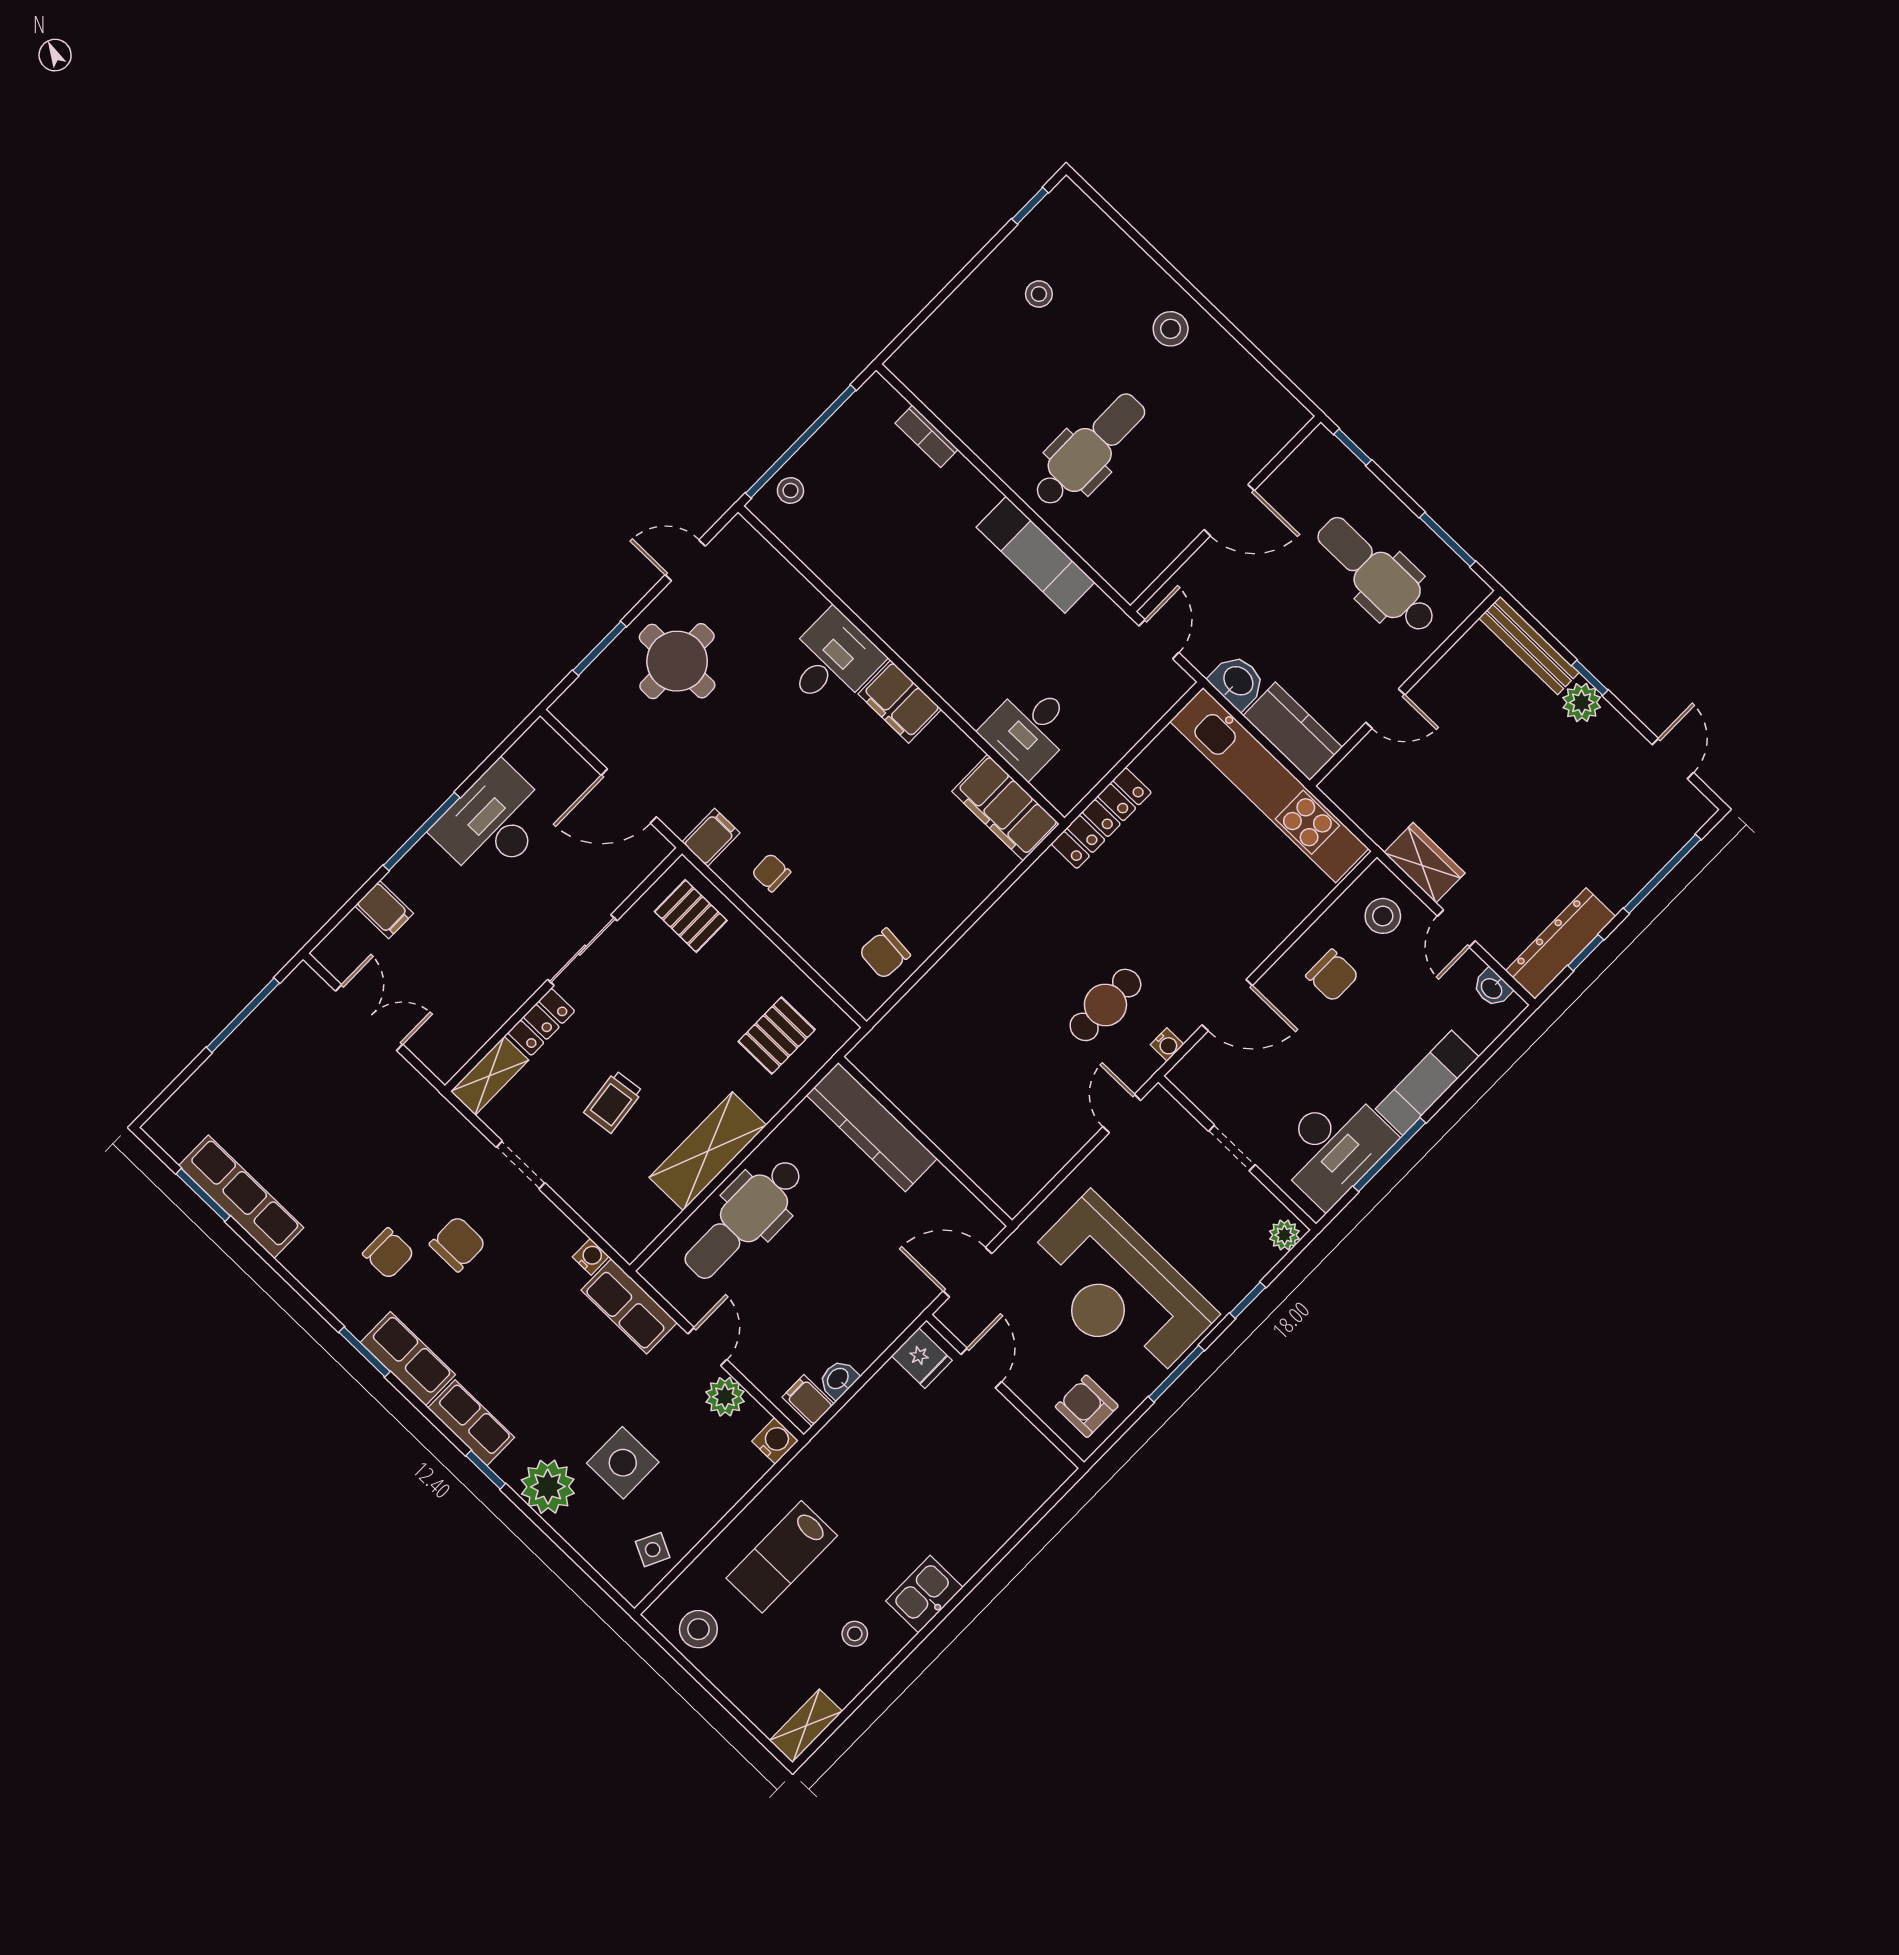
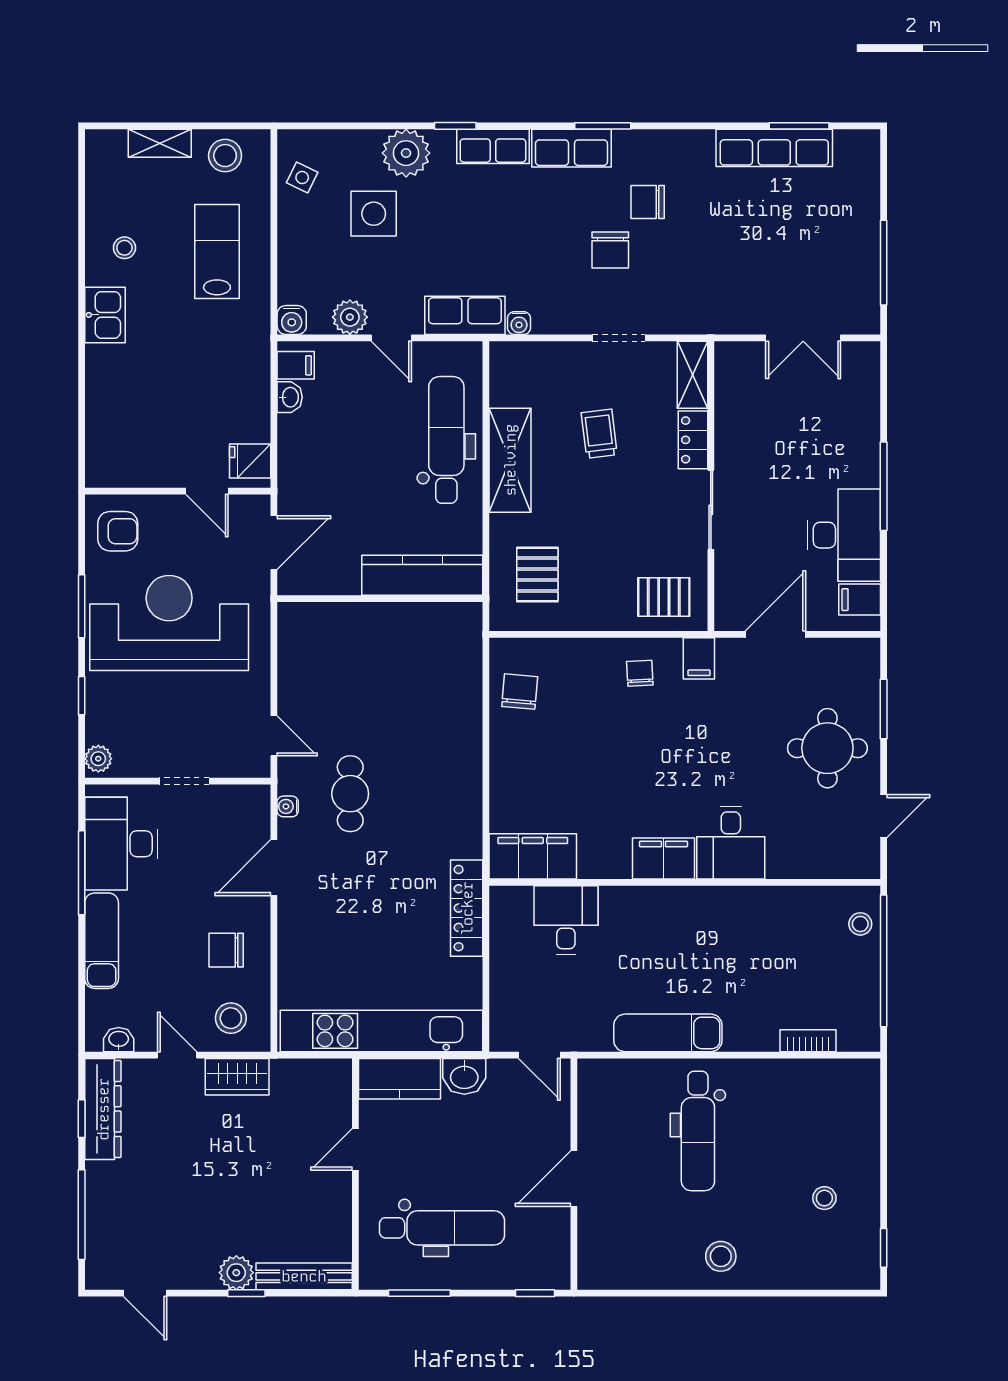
chair: (771, 873) -> (640, 673), turned -92
filing cabinet: (384, 910) -> (860, 600), moved
shelving: (806, 1726) -> (160, 143), moved, turned 90

